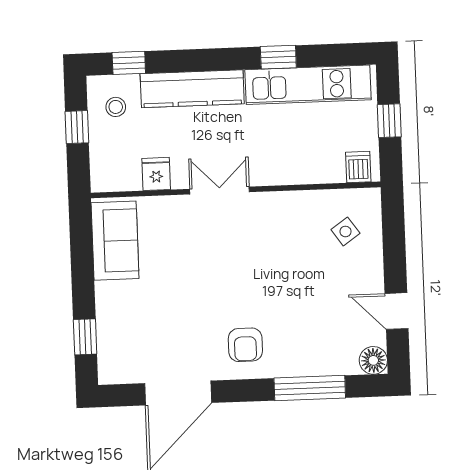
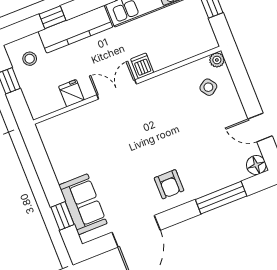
window: (129, 63) -> (52, 17), moved
dishwasher: (358, 167) -> (142, 66), moved
plant: (370, 198) -> (217, 60), added
sofa: (115, 241) -> (83, 204), moved

